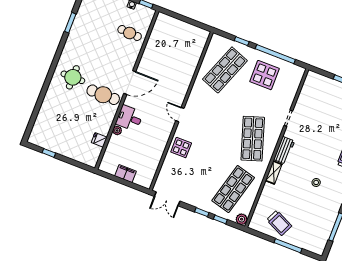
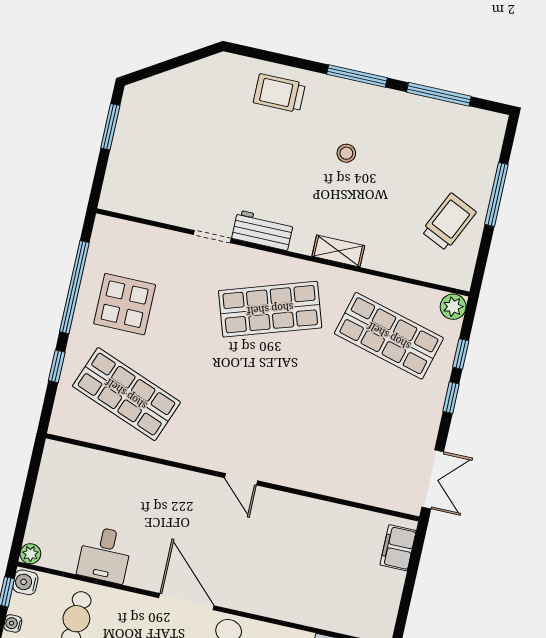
water cooler: (149, 13) -> (25, 582), added
door: (180, 115) -> (241, 479), hinge flipped
desk: (129, 118) -> (105, 555), moved
plant: (117, 131) -> (30, 554), moved
display table: (181, 148) -> (314, 465), removed
workbench: (284, 150) -> (263, 230), moved
filing cabinet: (126, 174) -> (398, 548), moved

